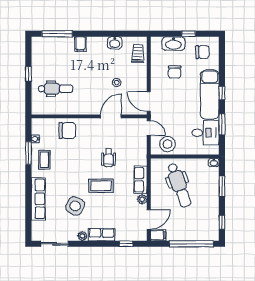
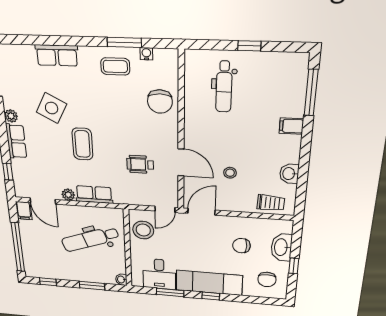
wheelchair: (109, 158) -> (140, 164), moved
row of seats: (38, 199) -> (57, 55), width x0.68

